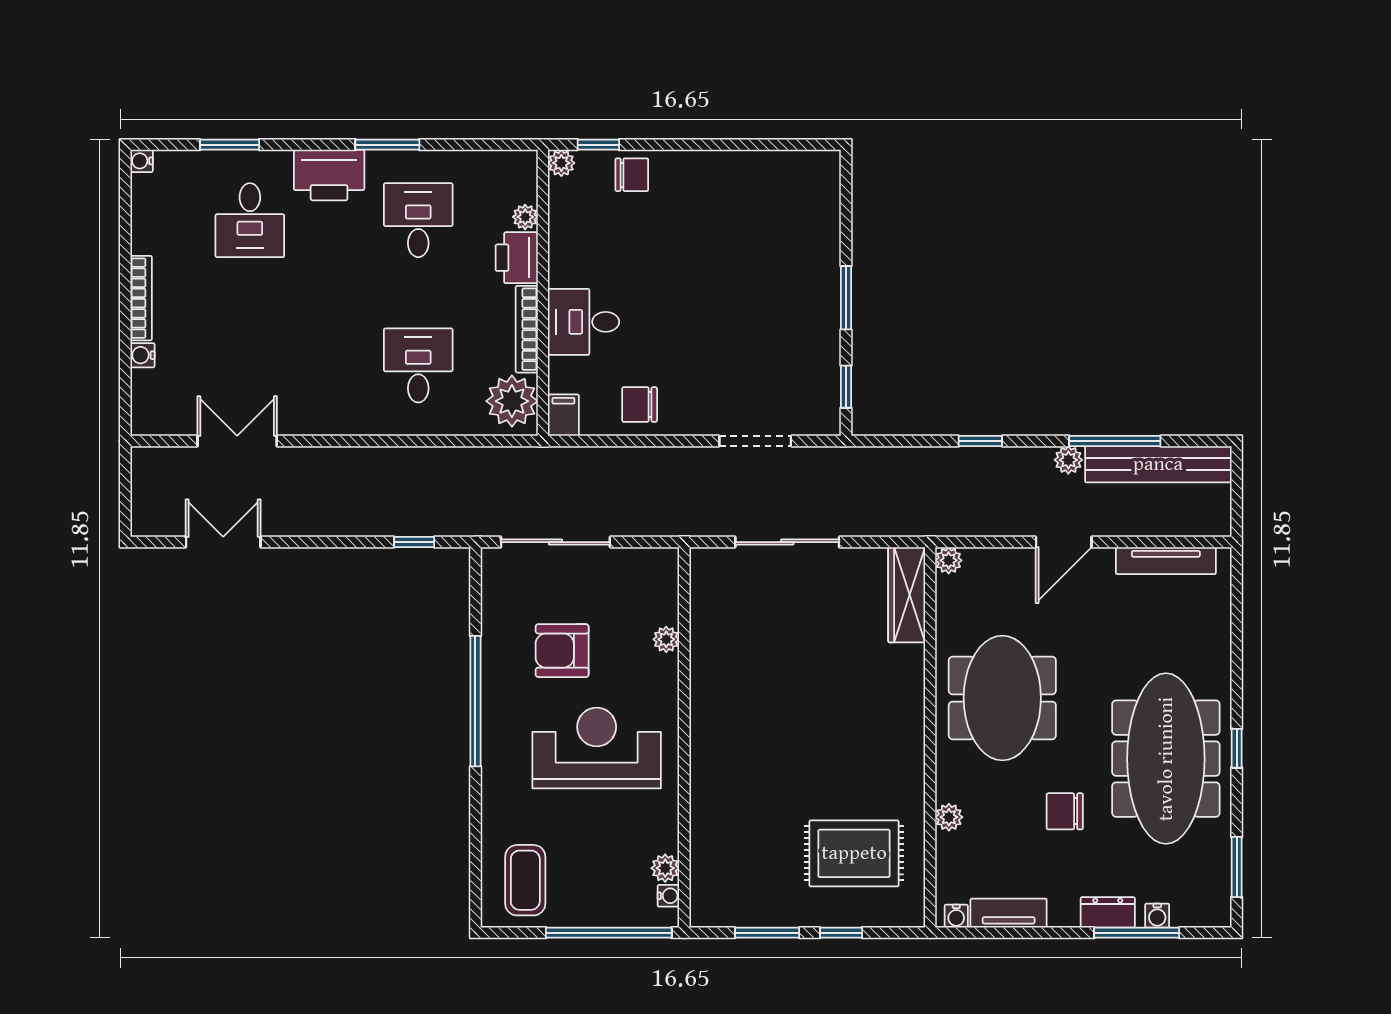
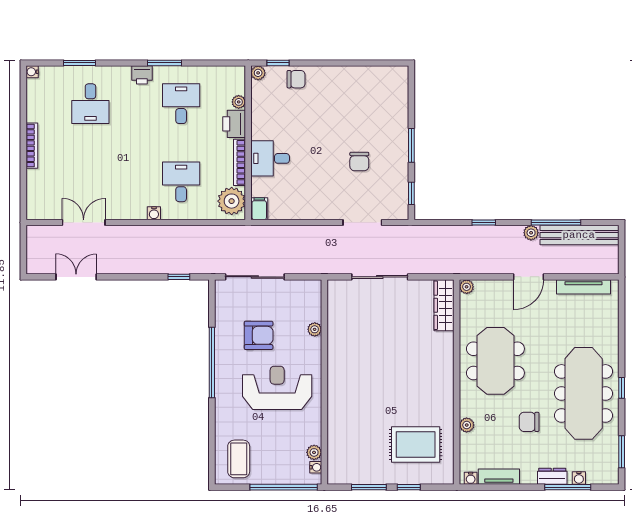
printer: (329, 175) -> (142, 75), width x0.53, depth x0.68
water cooler: (142, 355) -> (154, 213), moved, turned -90
chair: (640, 405) -> (359, 161), moved, turned -90
armchair: (562, 651) -> (259, 335), turned 180

